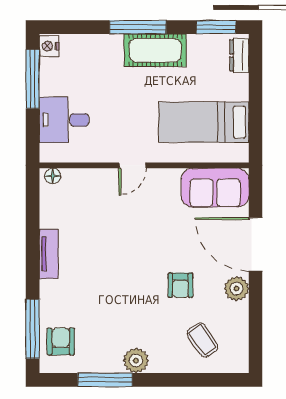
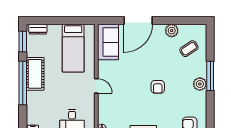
window: (138, 27) -> (23, 83), width x1.46
armchair: (180, 285) -> (158, 87), moved, turned 90
plant: (237, 289) -> (172, 31), moved
window: (105, 380) -> (210, 76), moved

